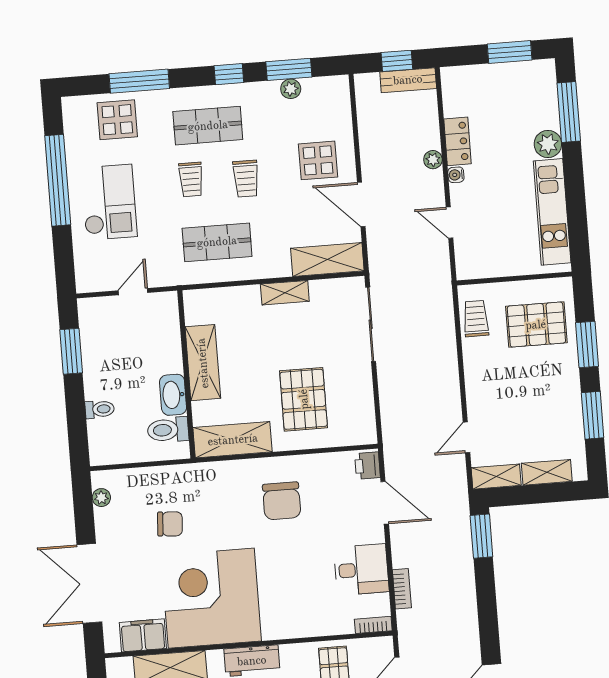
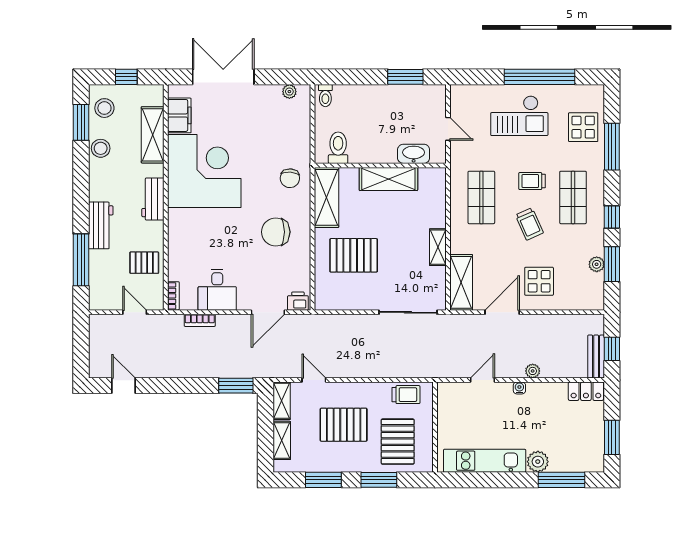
locker: (457, 141) -> (586, 391), moved
trolley: (246, 179) -> (529, 224), turned -114
washbasin: (173, 395) -> (414, 154), moved
pallet: (520, 395) -> (344, 425), added
toilet: (100, 409) -> (325, 96), moved
chair: (170, 524) -> (290, 178), moved

